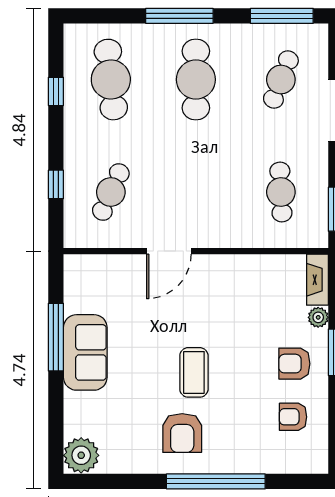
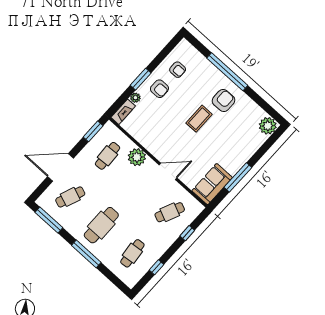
cafe table: (111, 80) -> (132, 253), width x0.73, depth x0.74
plant: (235, 230) -> (137, 157), added
sofa: (85, 352) -> (212, 184), moved

